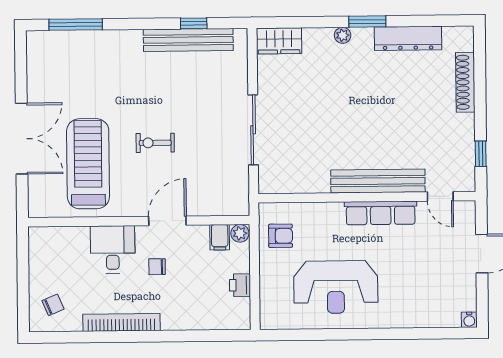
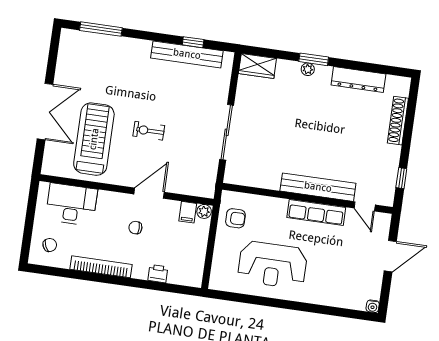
window: (367, 22) -> (314, 59), moved
desk: (113, 249) -> (71, 204), moved, width x1.37
printer: (240, 285) -> (158, 274), moved, turned 90

